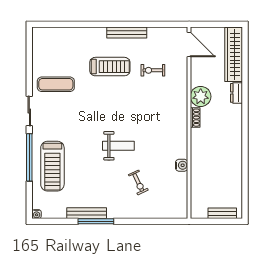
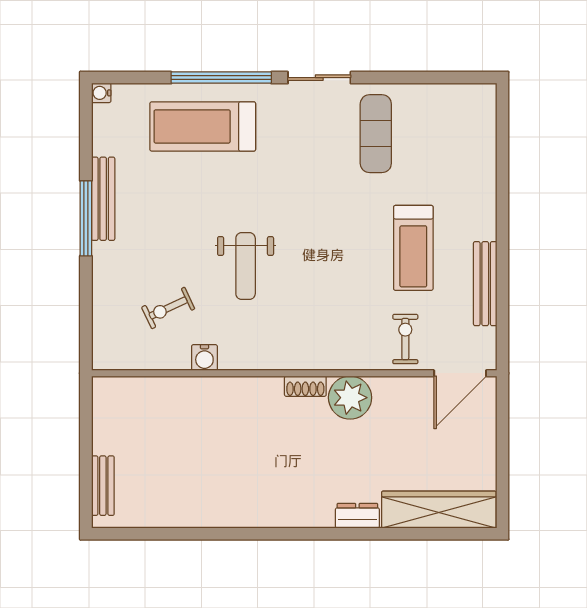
door: (189, 44) -> (460, 373), moved
plant: (201, 96) -> (350, 398), moved
shoe rack: (195, 118) -> (305, 386), moved
wall: (189, 123) -> (294, 373), moved
water cooler: (182, 165) -> (204, 358), moved

